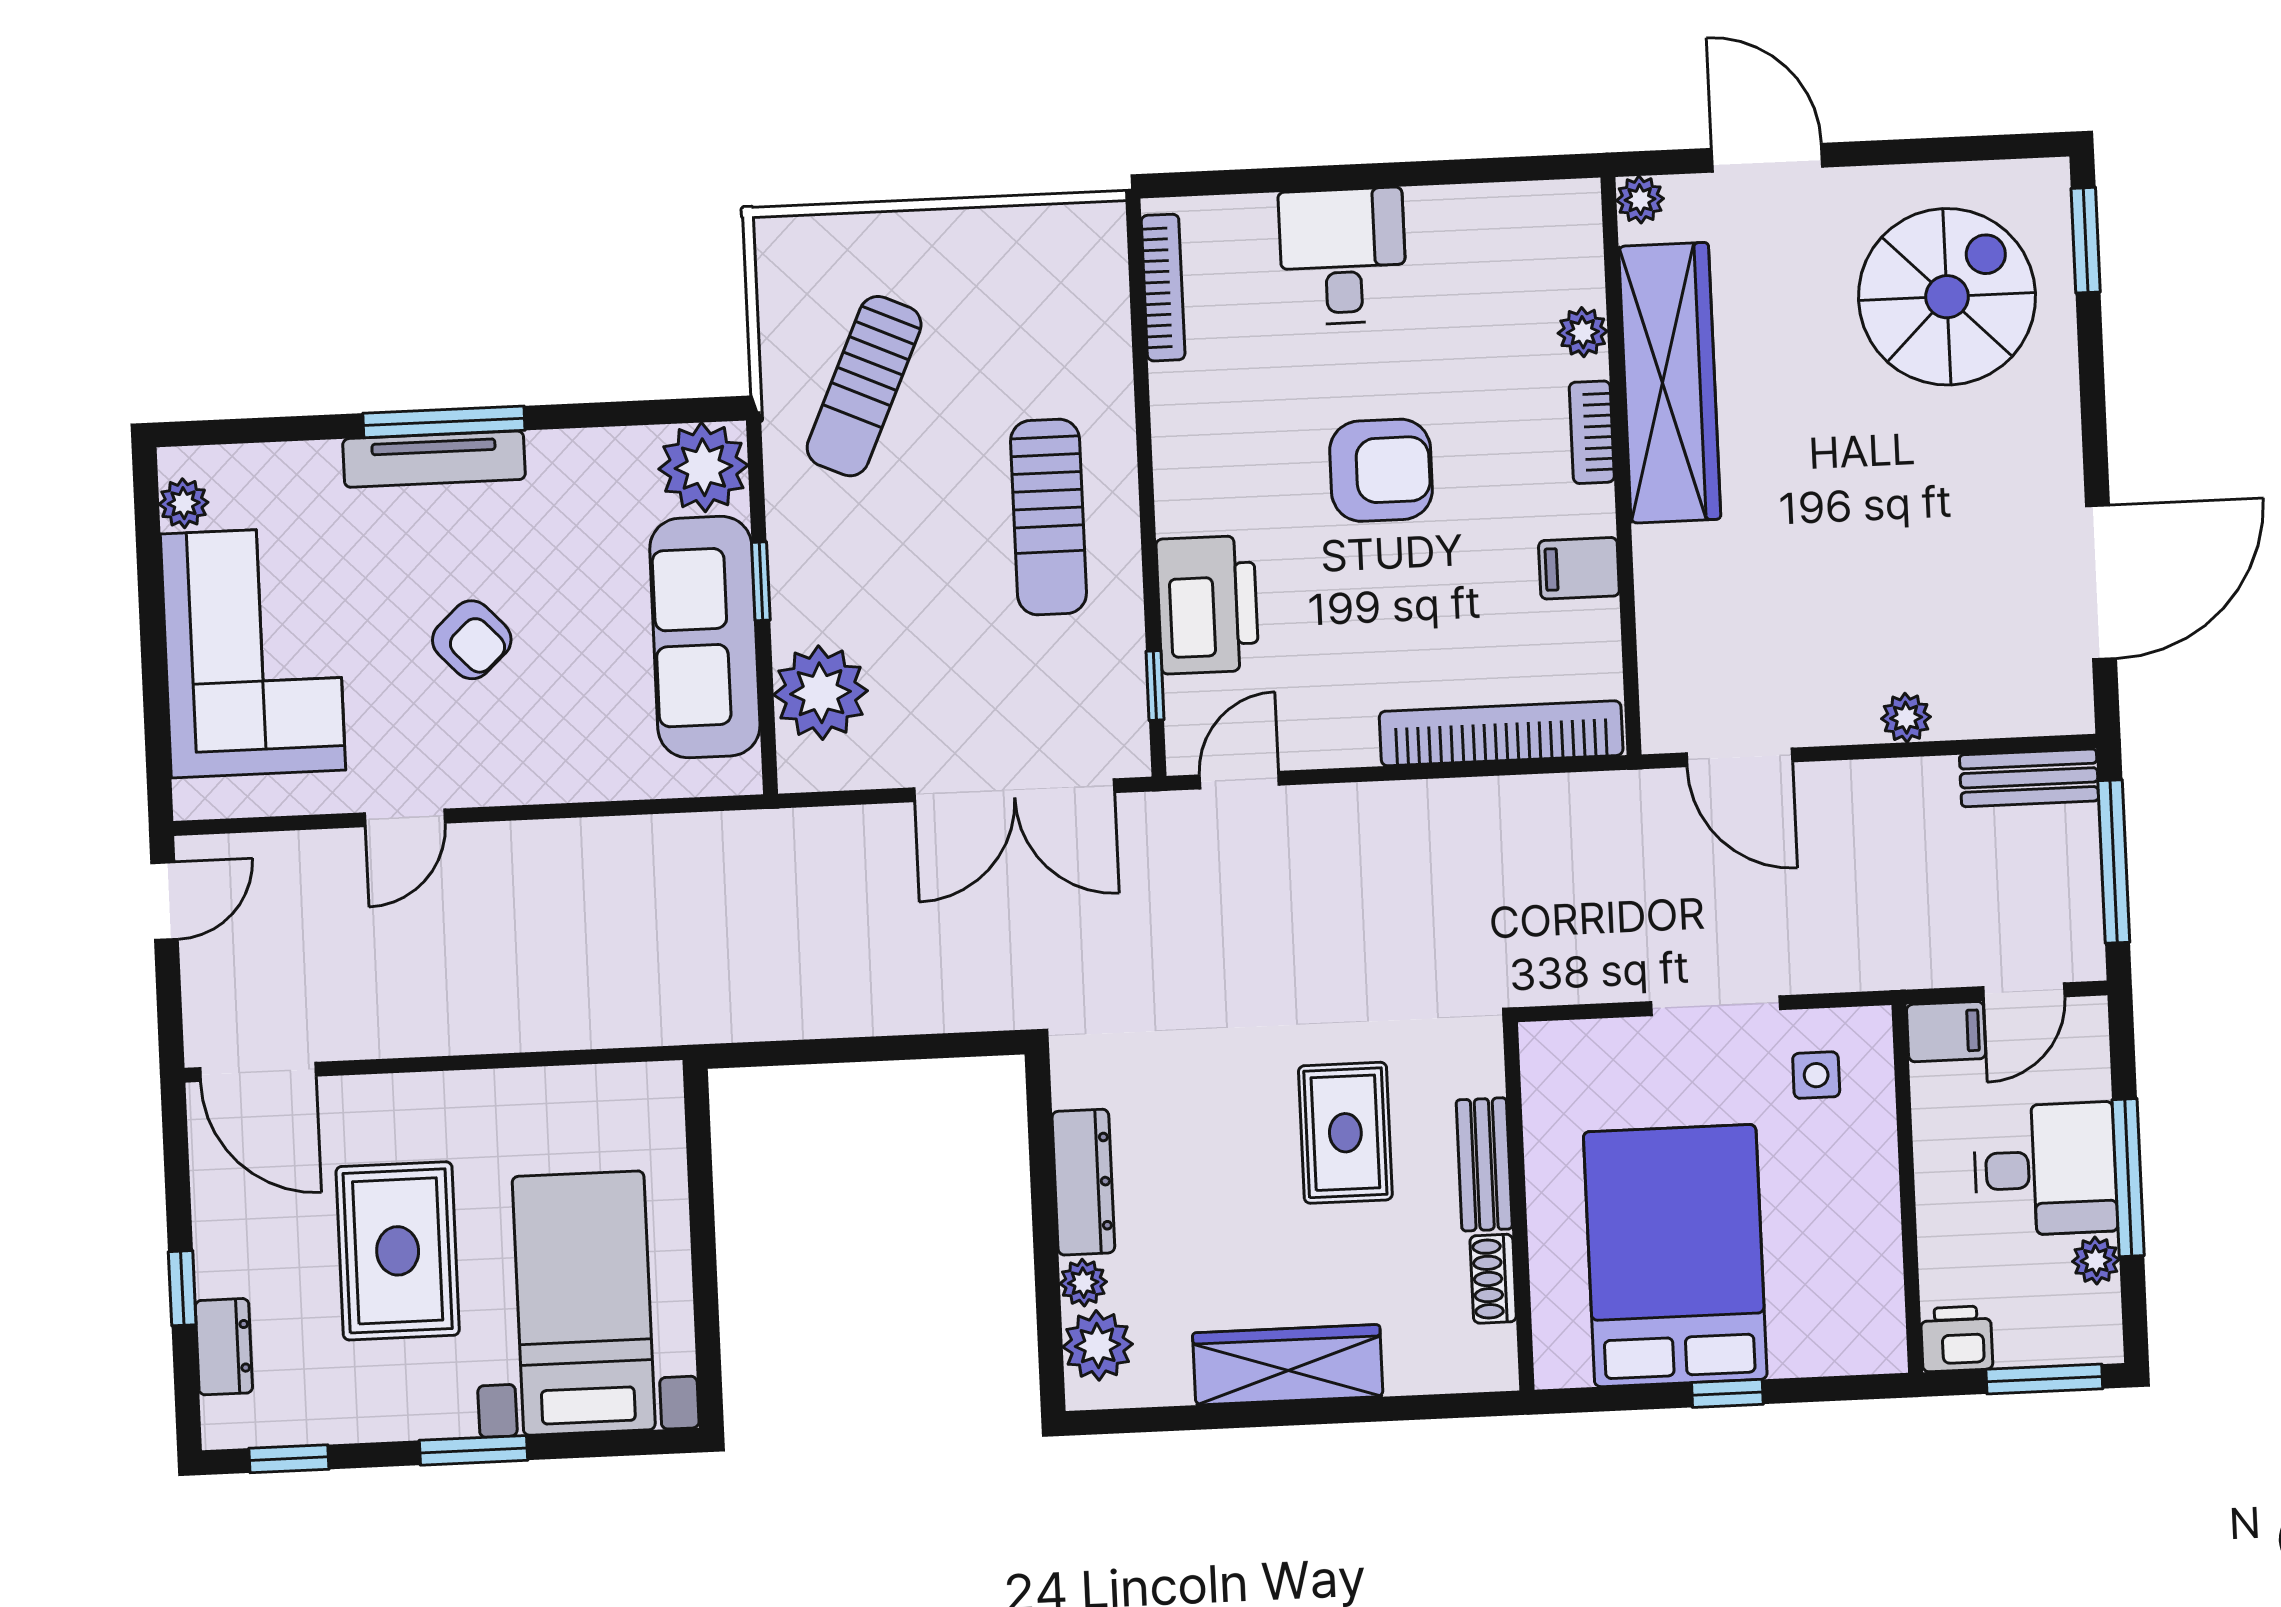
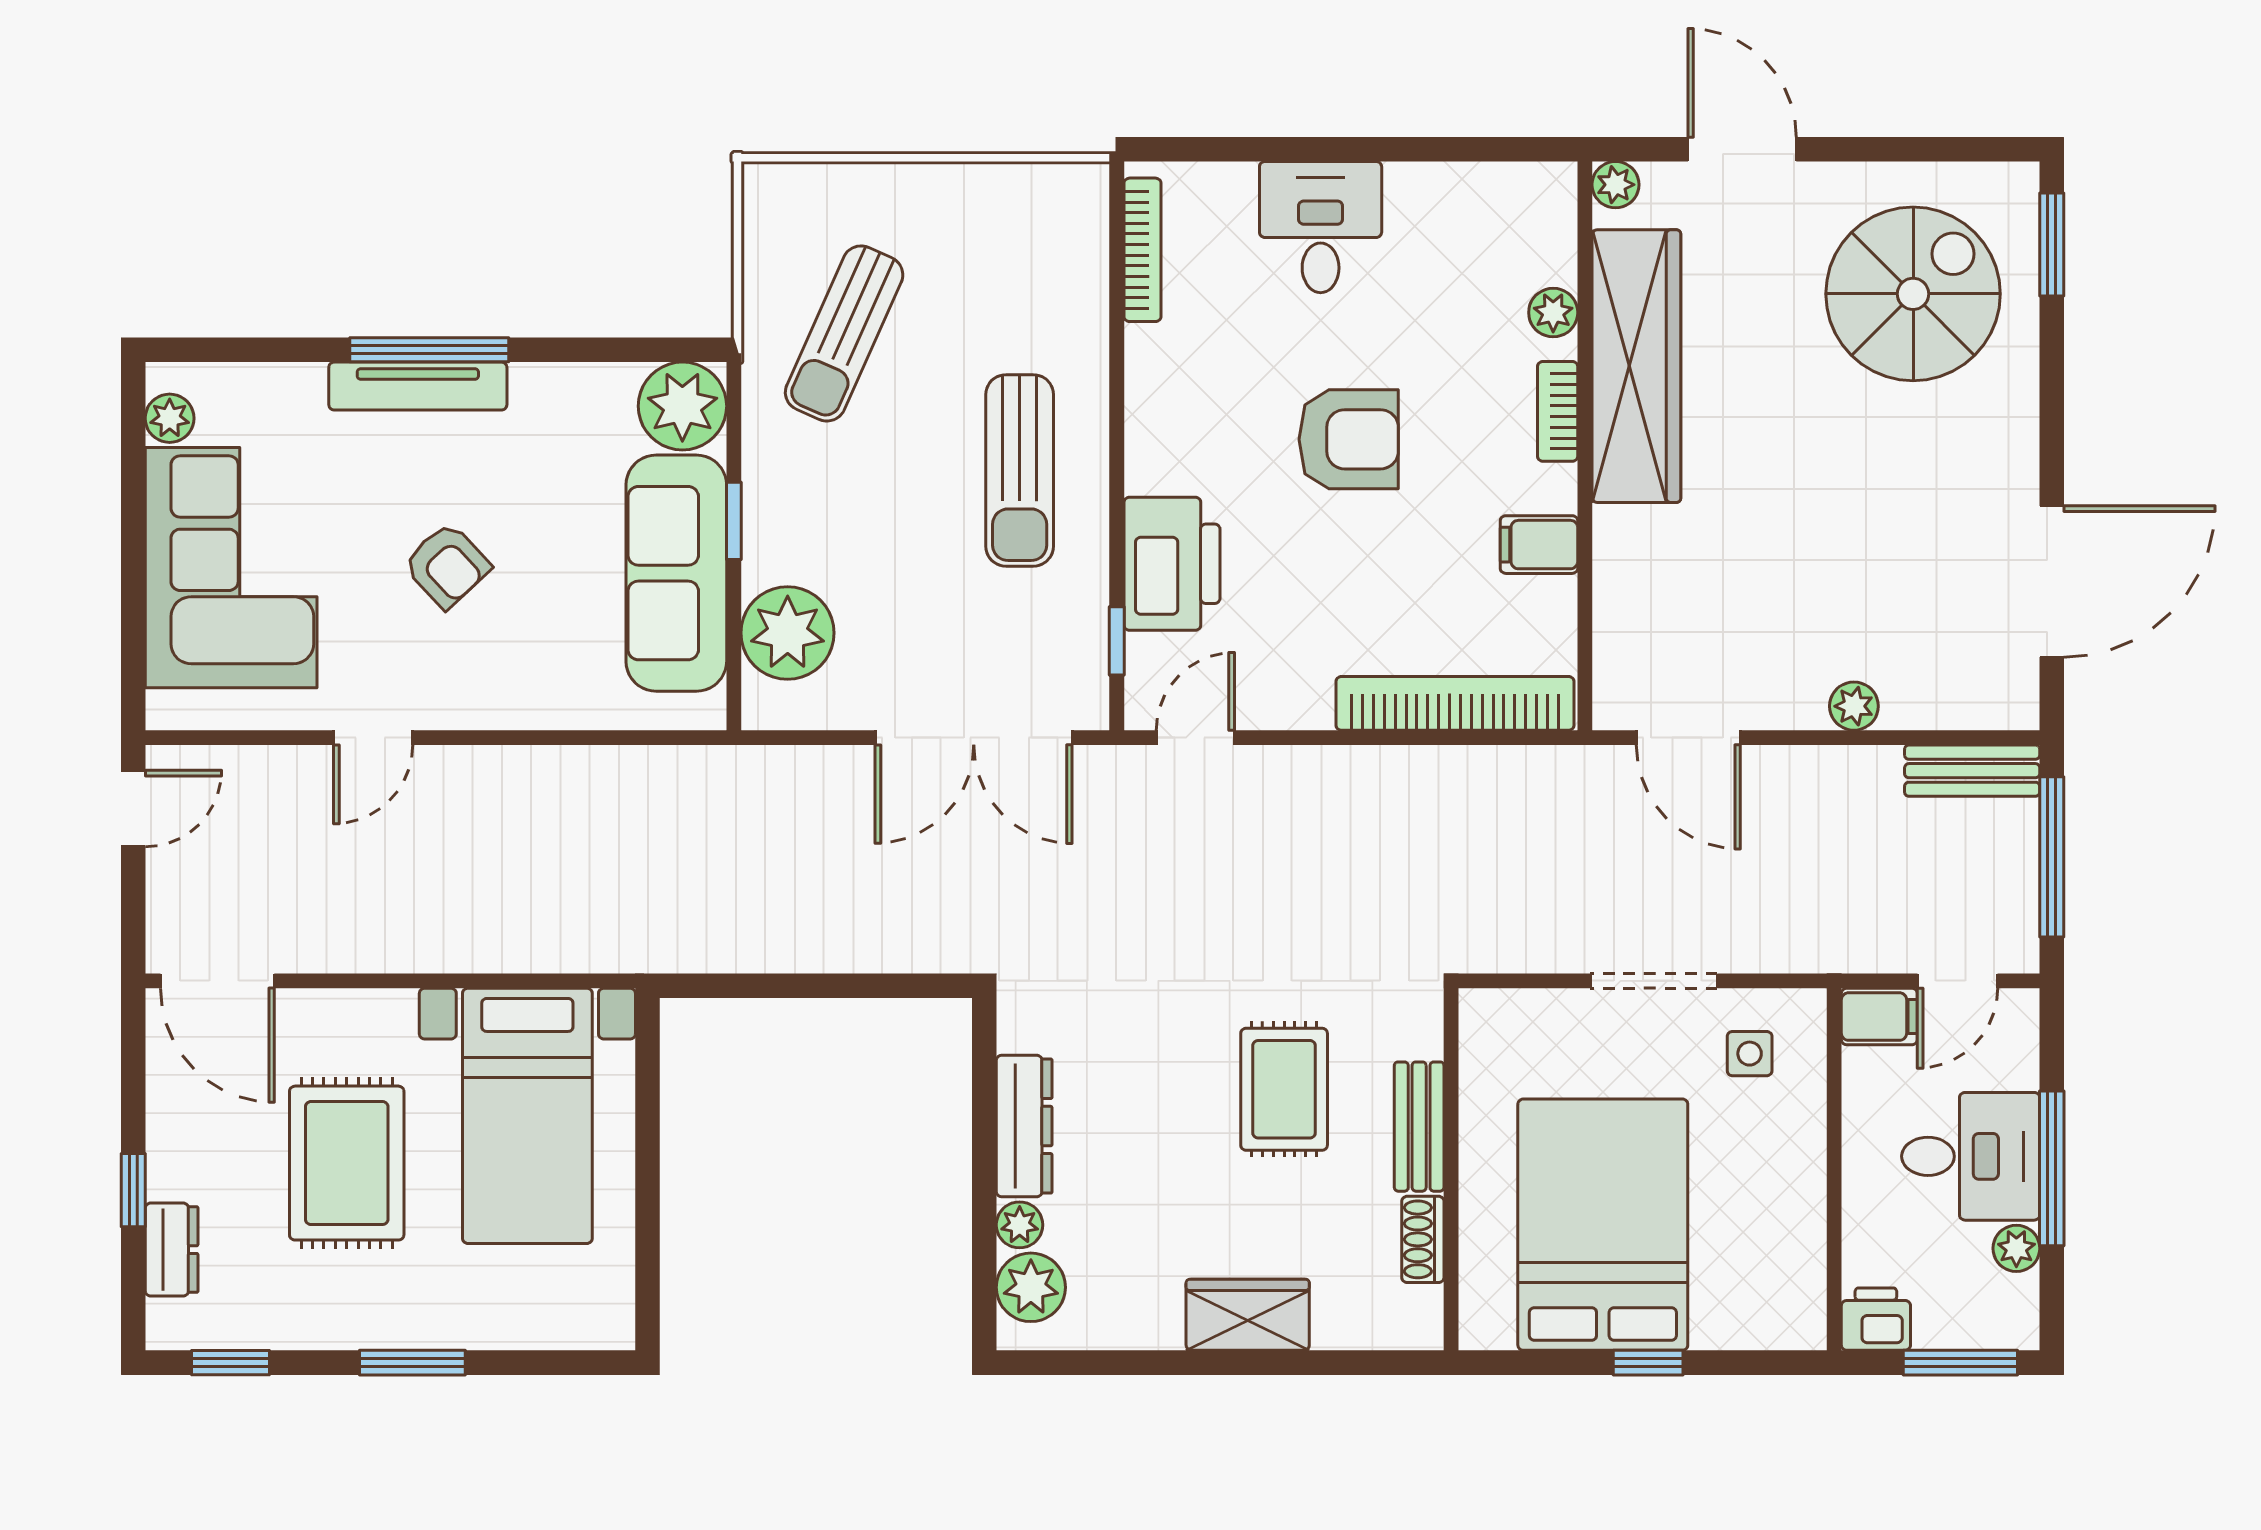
bed with nightstands: (584, 1303) -> (527, 1116), moved, turned 180
wardrobe: (1288, 1365) -> (1248, 1315), width x0.67

